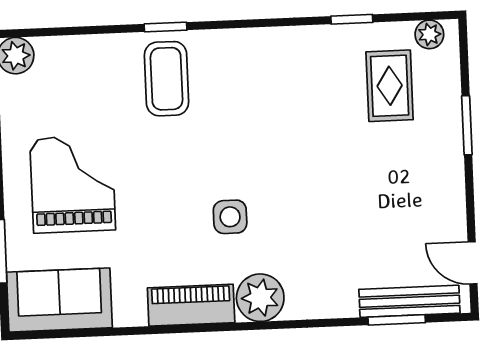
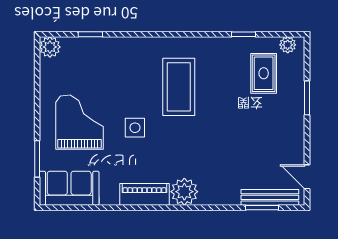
window: (166, 27) -> (90, 34), moved
coffee table: (167, 79) -> (179, 87), moved, width x1.36, depth x1.32
side table: (230, 217) -> (135, 128), moved

